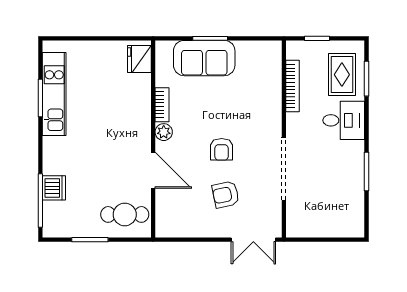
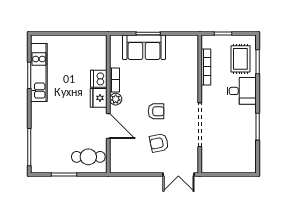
fridge: (139, 59) -> (99, 98), moved
armchair: (222, 149) -> (156, 111), turned -90
dishwasher: (54, 188) -> (99, 79), moved, turned 180

